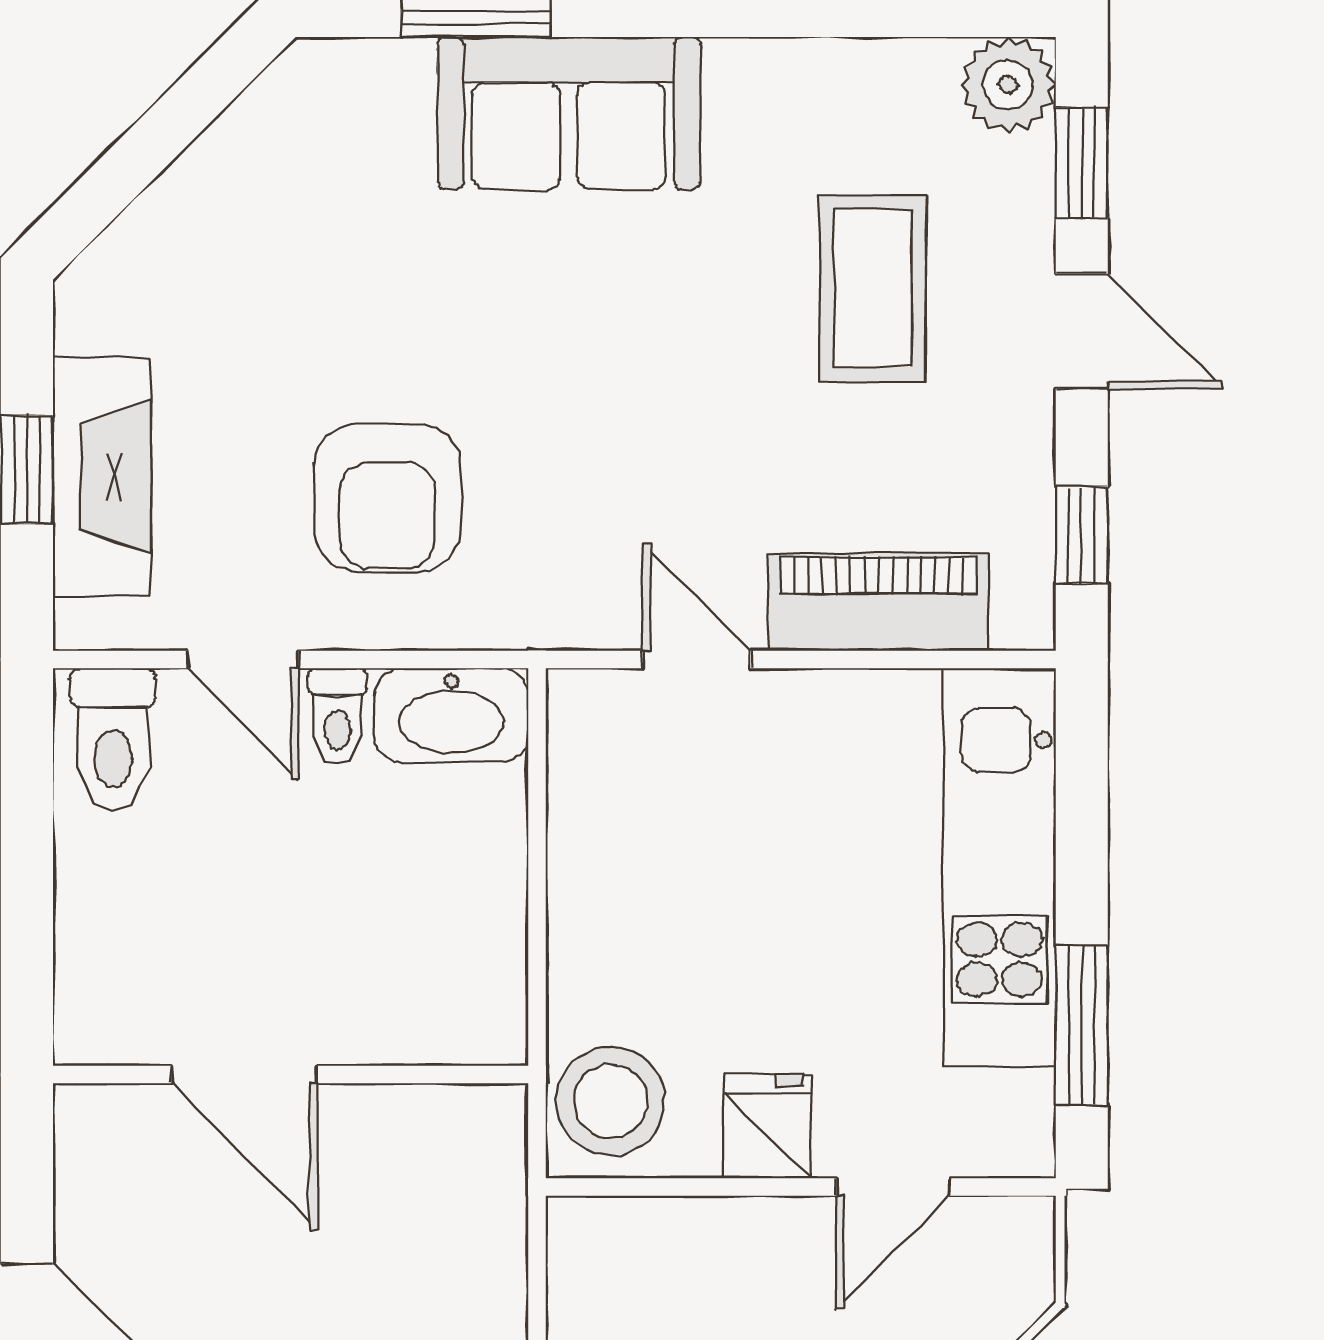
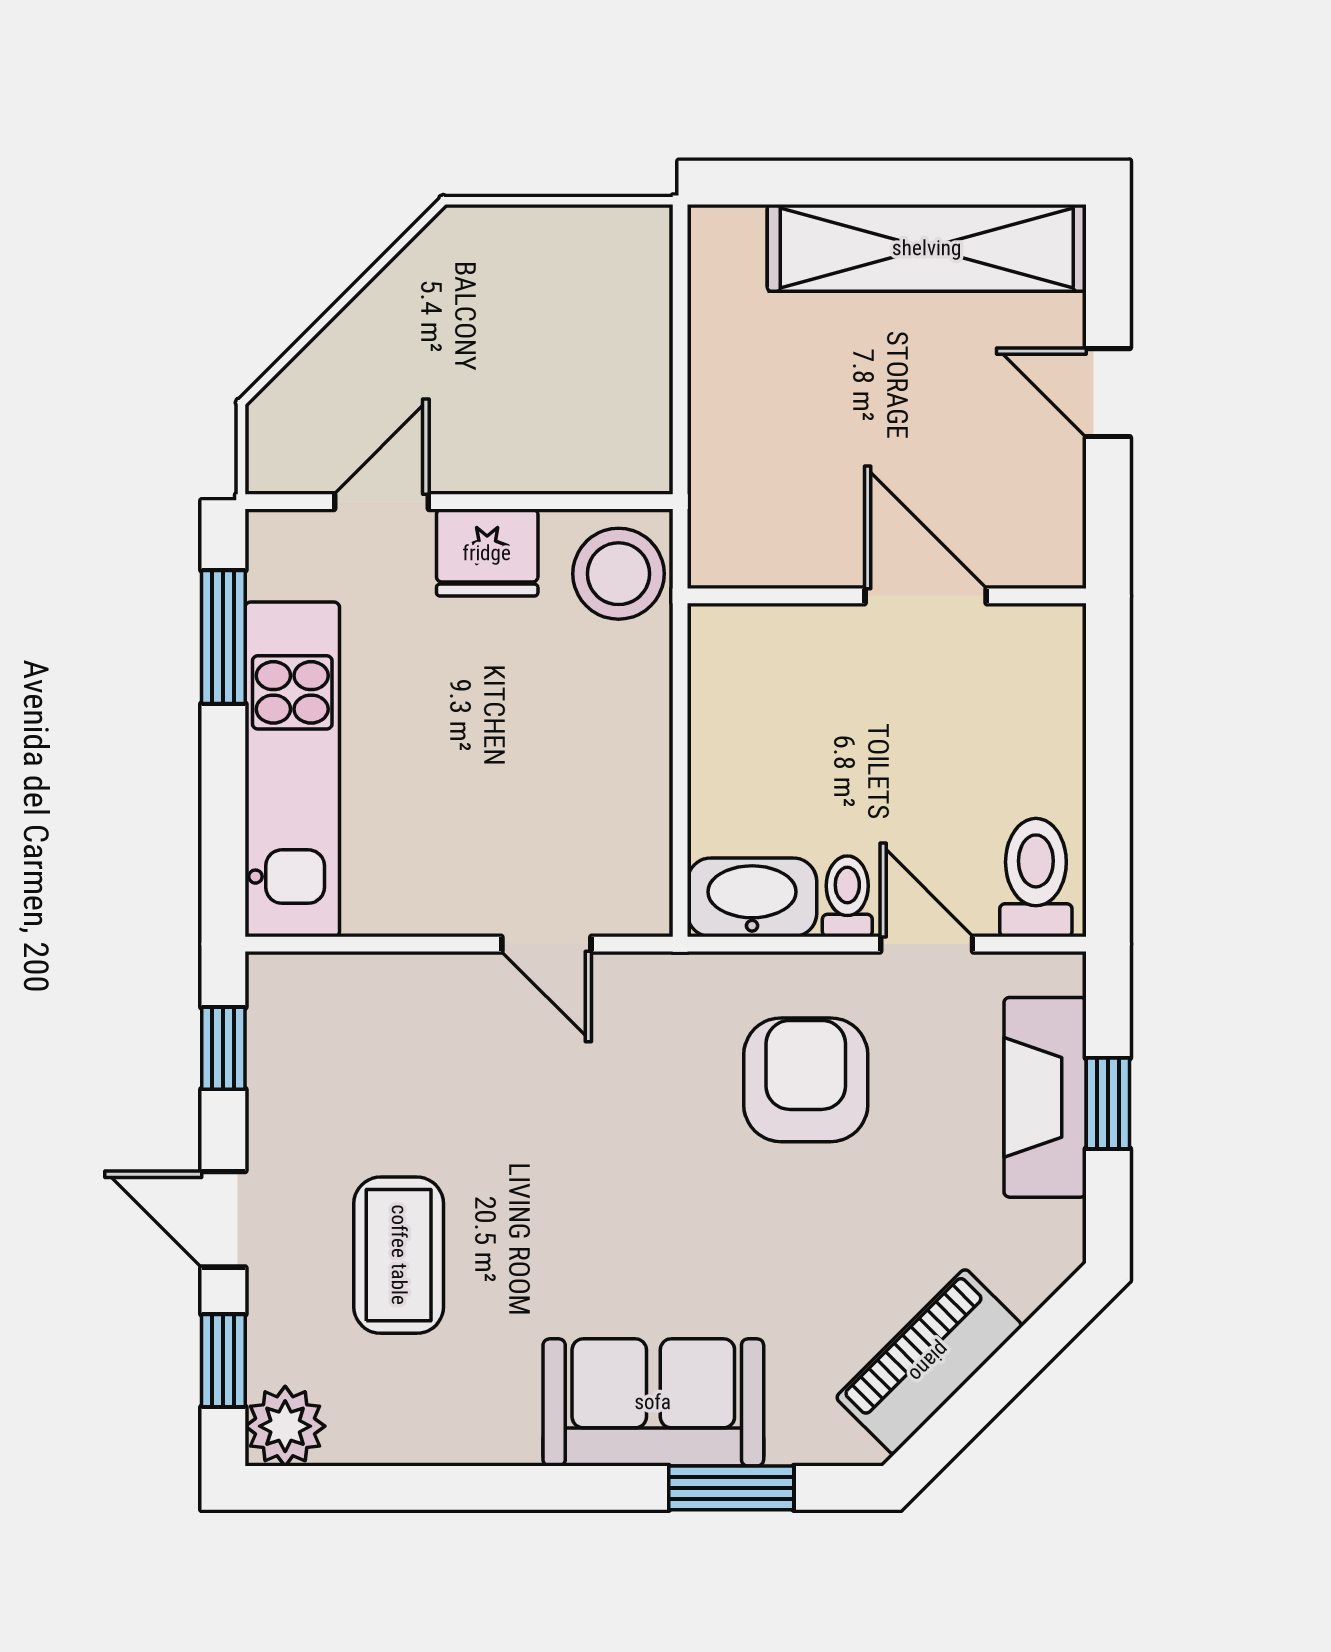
piano: (879, 602) -> (929, 1362), moved, turned 135
fridge: (767, 1126) -> (487, 553), width x1.38

